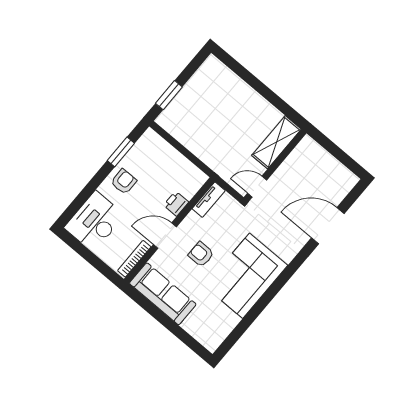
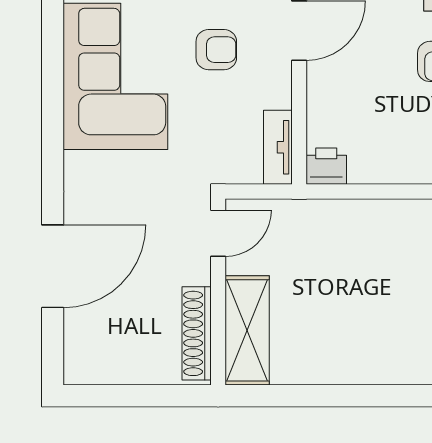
shoe rack: (296, 157) -> (197, 333), added
printer: (176, 204) -> (326, 166), moved, turned -90

